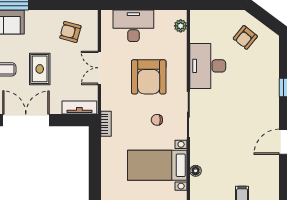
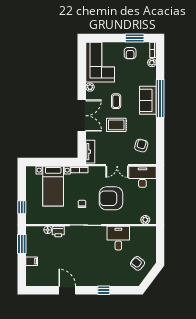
desk: (133, 26) -> (142, 177), moved, turned -90
desk: (208, 66) -> (118, 238), width x0.73
double door: (99, 68) -> (117, 165), swing flipped
printer: (198, 155) -> (58, 232), added
bed with nightstands: (157, 165) -> (53, 186), moved, turned 180

